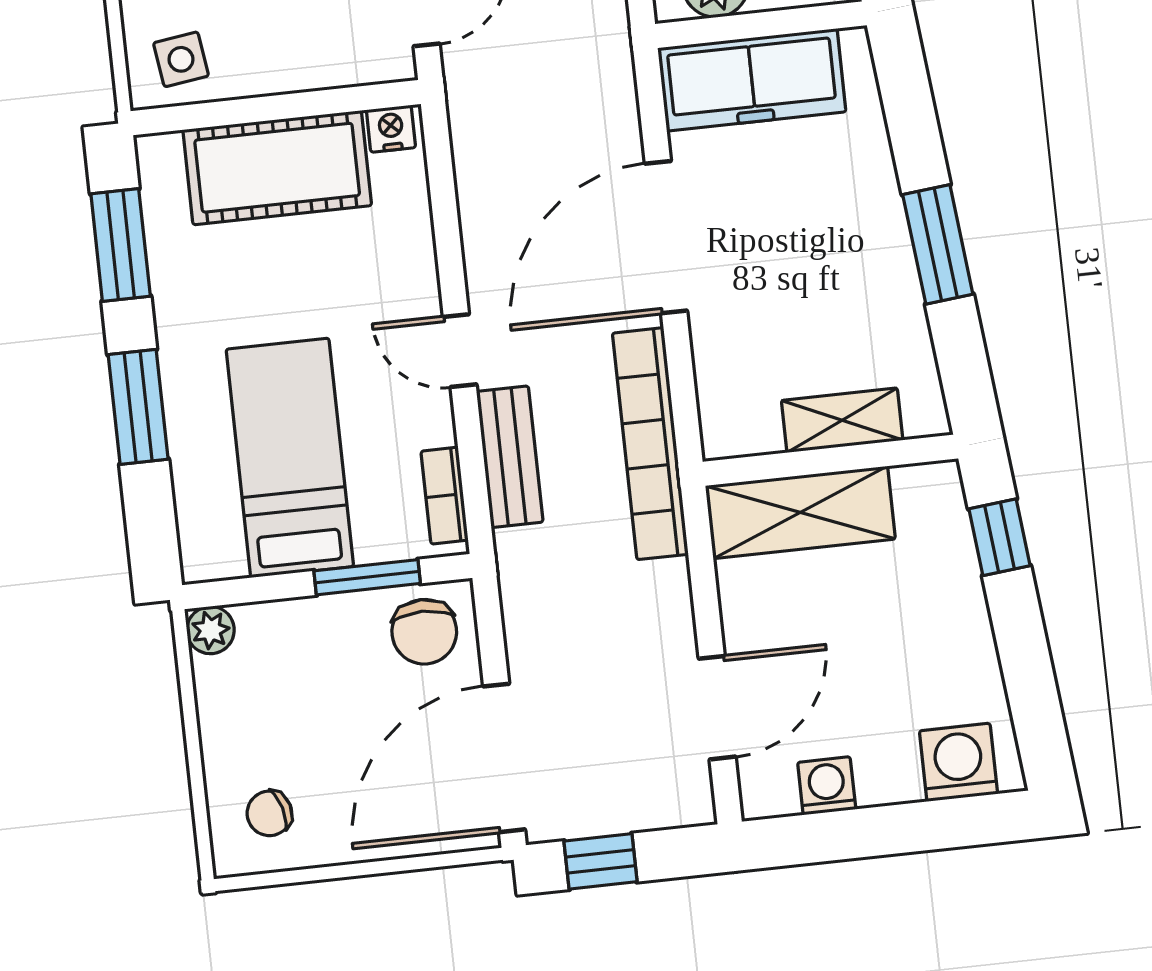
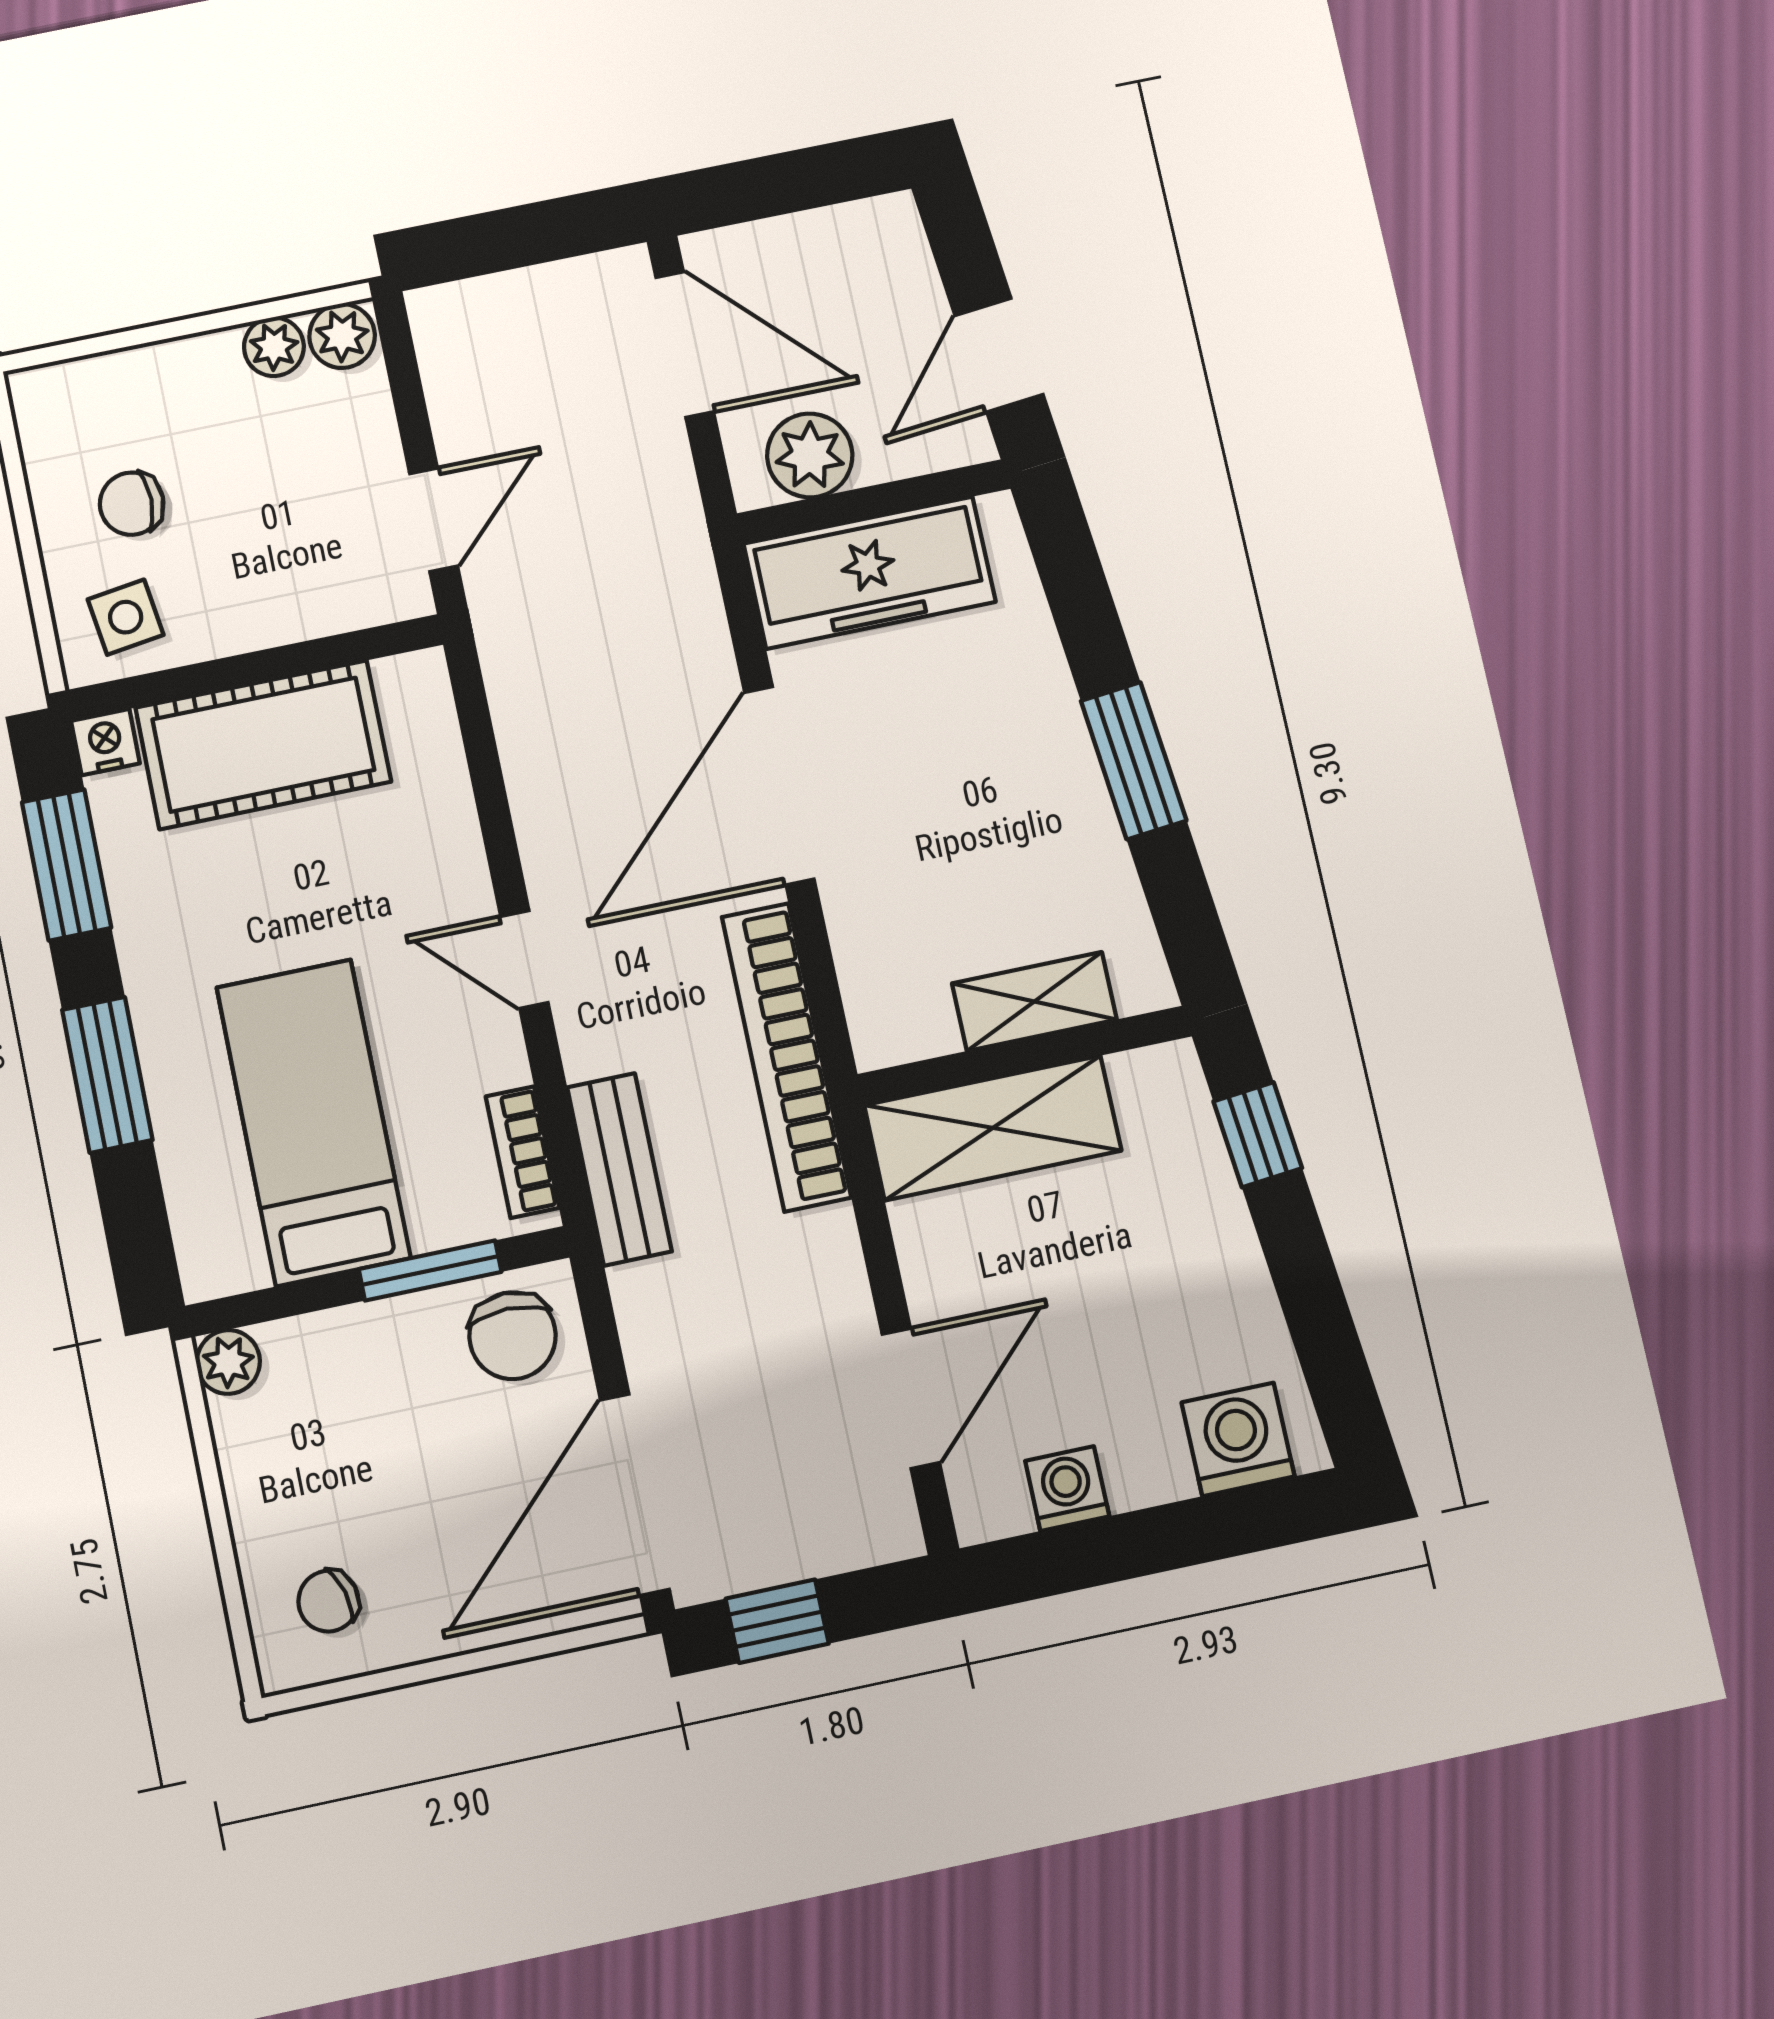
nightstand: (391, 129) -> (105, 742), moved
bench: (510, 457) -> (619, 1169), moved

